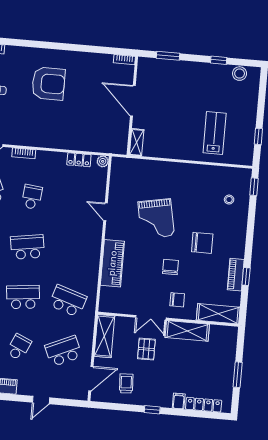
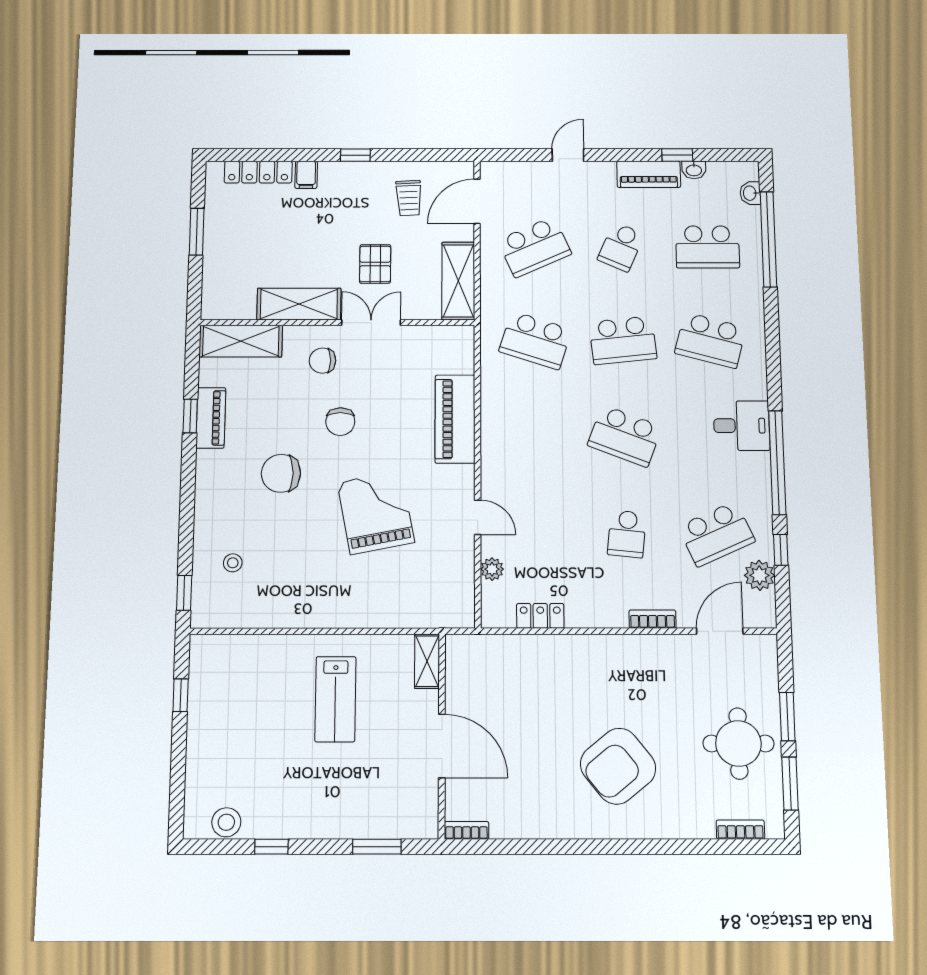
armchair: (48, 84) -> (618, 766), turned -39
lab bench: (215, 133) -> (335, 699), moved
plant: (103, 161) -> (492, 569), moved
school desk: (27, 247) -> (625, 436), turned 30

